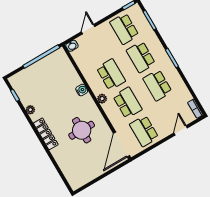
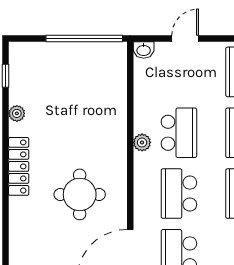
water cooler: (82, 90) -> (118, 130), removed
plant: (102, 99) -> (142, 142), moved
school desk: (127, 103) -> (179, 194), turned 180

